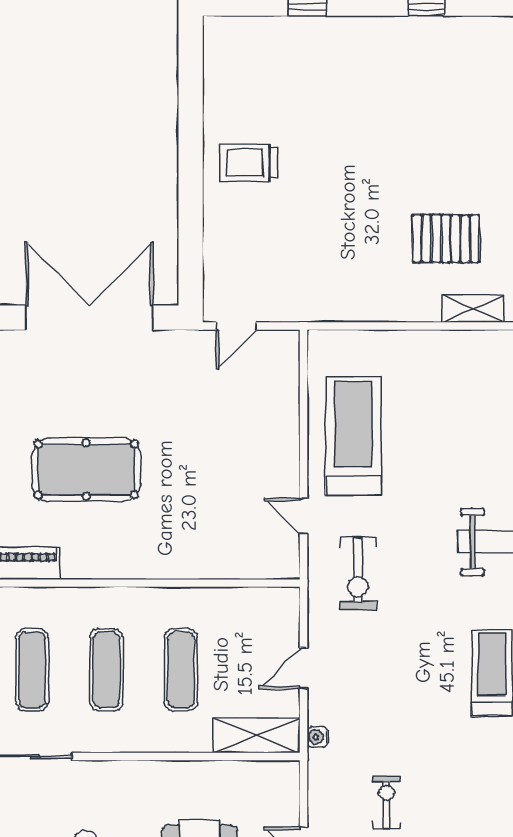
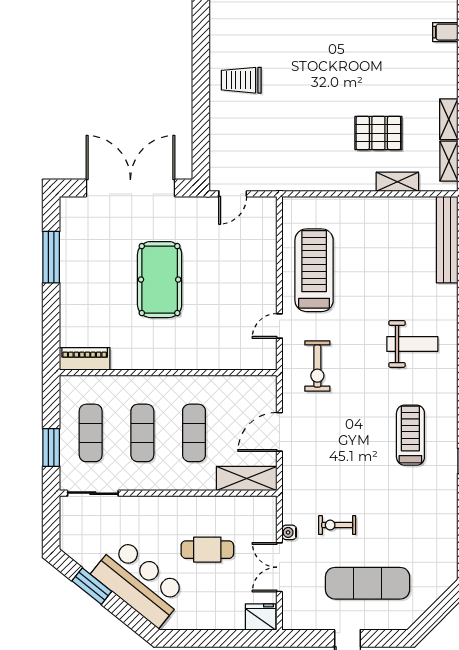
pool table: (86, 470) -> (160, 280), moved, turned 90
door: (304, 516) -> (279, 326), hinge flipped
door: (304, 668) -> (279, 432), width x1.38
water cooler: (318, 737) -> (289, 532), moved
exercise bike: (387, 802) -> (337, 525), turned -90

